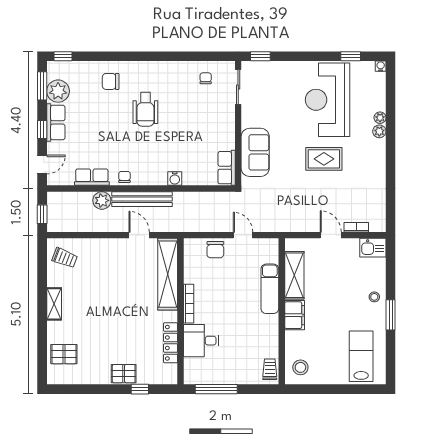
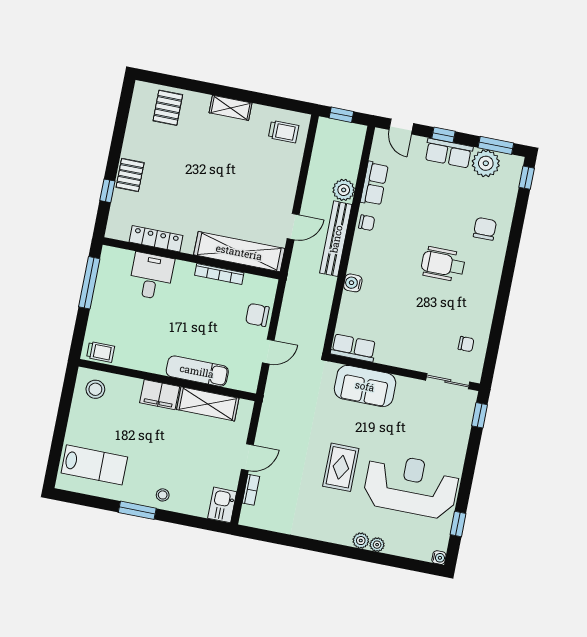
trolley: (65, 258) -> (284, 132), turned -111
bookcase: (189, 304) -> (219, 274), moved

